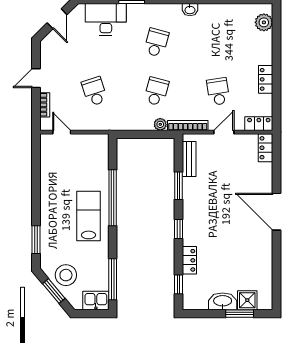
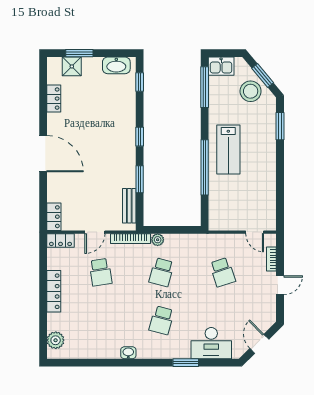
locker: (266, 79) -> (54, 291), width x1.53
locker: (189, 260) -> (54, 99), moved, turned 180
washbasin: (223, 301) -> (116, 65), moved

